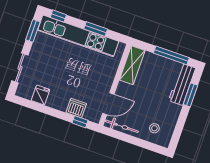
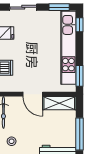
window: (96, 29) -> (80, 76), moved
door: (108, 104) -> (33, 94), moved

